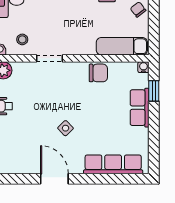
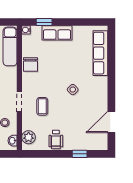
chair: (98, 73) -> (30, 64), turned 180
coffee table: (44, 88) -> (42, 106), added
door: (54, 179) -> (111, 122), moved

